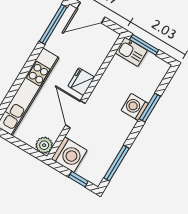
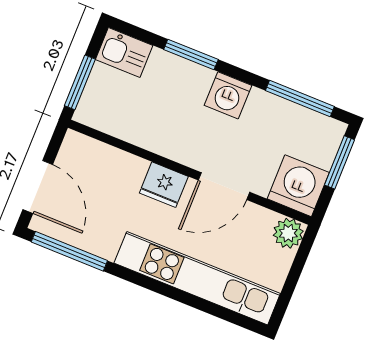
kitchen sink: (131, 52) -> (124, 52), moved, turned 90
washing machine: (135, 107) -> (228, 95), moved
window: (78, 179) -> (340, 162), width x1.50

